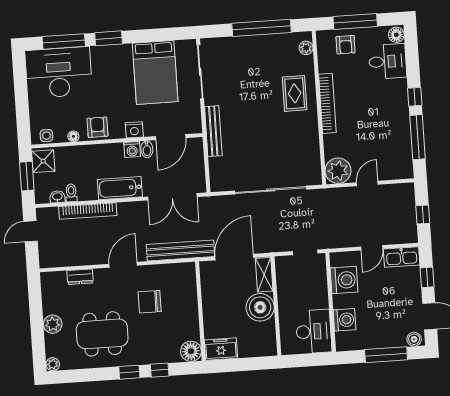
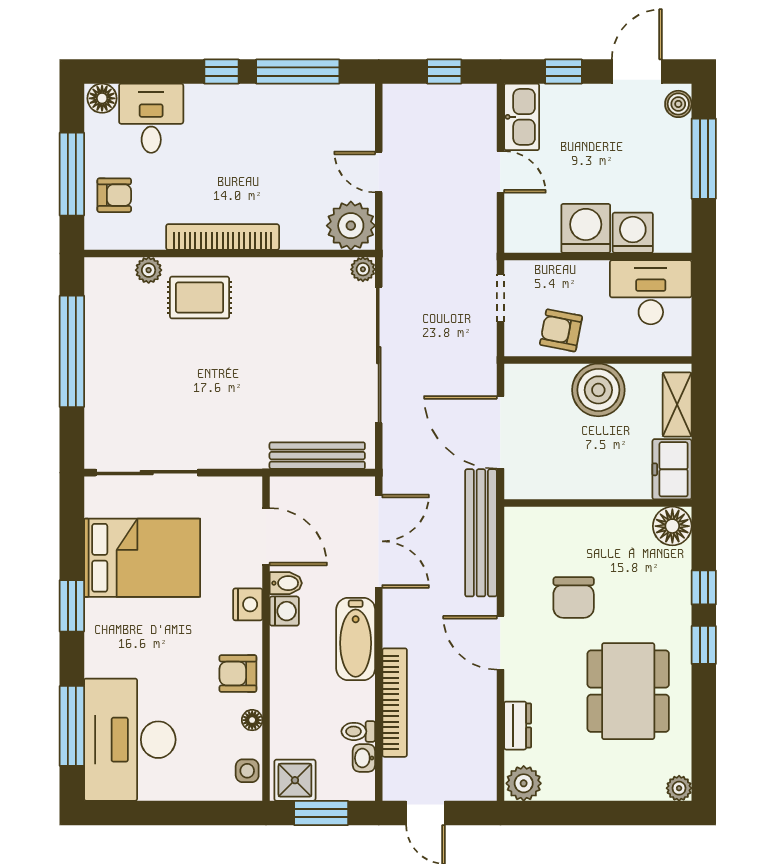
window: (109, 38) -> (72, 606), moved
plant: (306, 48) -> (149, 270), moved
bench: (213, 131) -> (317, 456), moved
plant: (315, 179) -> (363, 269), added
shelving: (264, 275) -> (677, 405), moved, turned 90
washing machine: (344, 280) -> (586, 228), moved
armchair: (290, 285) -> (561, 330), added
plant: (53, 324) -> (524, 783), moved

